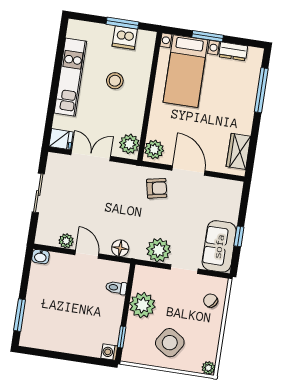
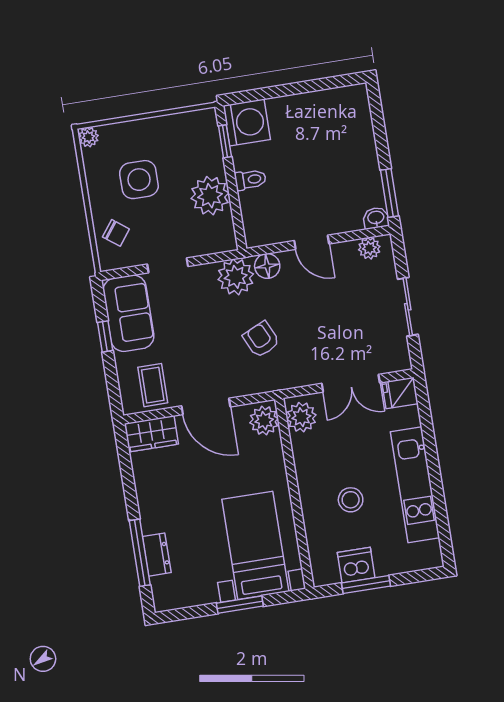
dresser: (233, 51) -> (157, 555), moved, turned 90
wardrobe: (238, 151) -> (151, 434), moved, turned 90
armchair: (157, 188) -> (261, 339), moved, turned 77
coffee table: (218, 195) -> (153, 385), added
plant: (66, 241) -> (369, 248), moved
plant: (159, 250) -> (236, 277), moved
toilet: (116, 288) -> (250, 180), moved
window: (20, 315) -> (390, 193), moved
side table: (170, 343) -> (139, 180), moved, turned -33
washing machine: (109, 352) -> (247, 122), width x1.89, depth x1.89

